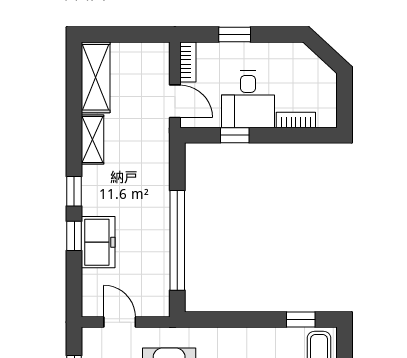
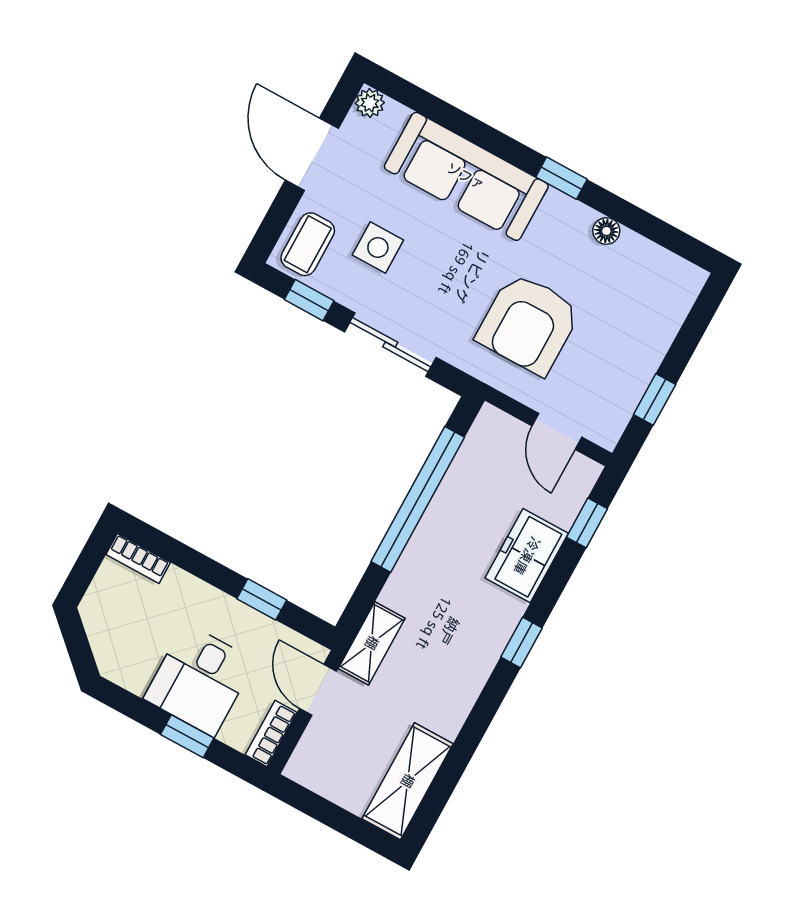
desk: (248, 99) -> (200, 680), moved, turned 180
bookcase: (296, 120) -> (138, 558), moved
shelving: (93, 140) -> (372, 643), moved
window: (74, 236) -> (587, 523), moved
sliding door: (241, 320) -> (390, 345), added

